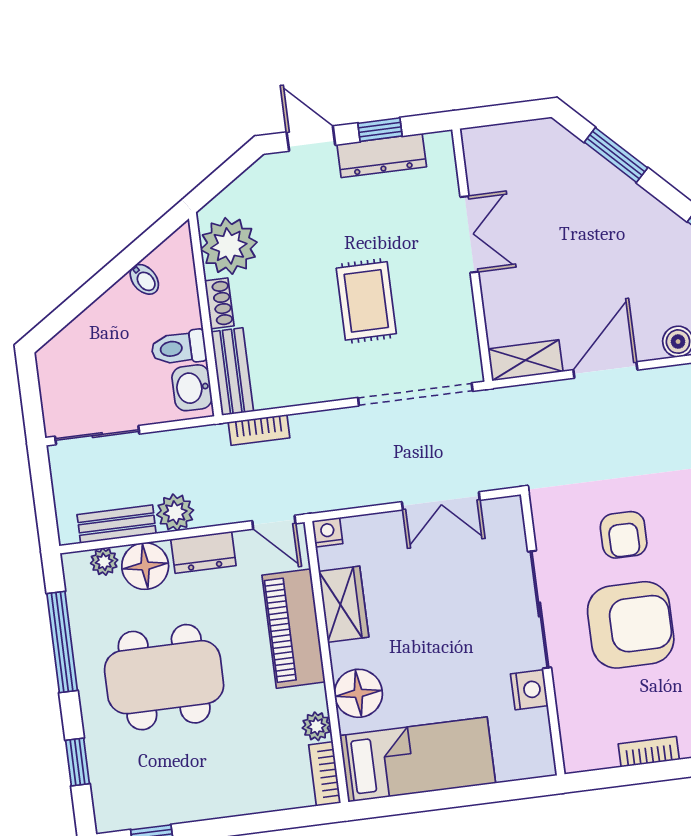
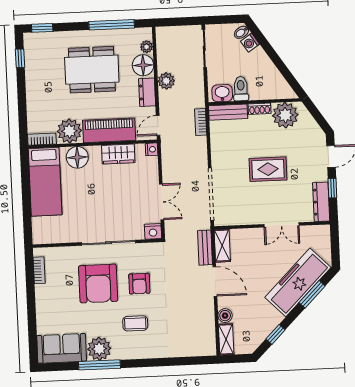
dresser: (382, 156) -> (321, 202), moved
freezer: (592, 188) -> (298, 282), added
bidet: (144, 279) -> (241, 32), moved
rug: (366, 301) -> (268, 169), moved
washing machine: (77, 336) -> (250, 43), added
double door: (441, 501) -> (162, 202), swing flipped
bench: (117, 524) -> (205, 248), moved
armchair: (624, 535) -> (139, 284), turned -90
dining table: (164, 677) -> (92, 70), turned 90
nightstand: (529, 690) -> (153, 231), moved
plant: (316, 726) -> (69, 131), width x1.87, depth x1.87
bookcase: (649, 752) -> (39, 270), moved
window: (77, 762) -> (42, 28), moved

